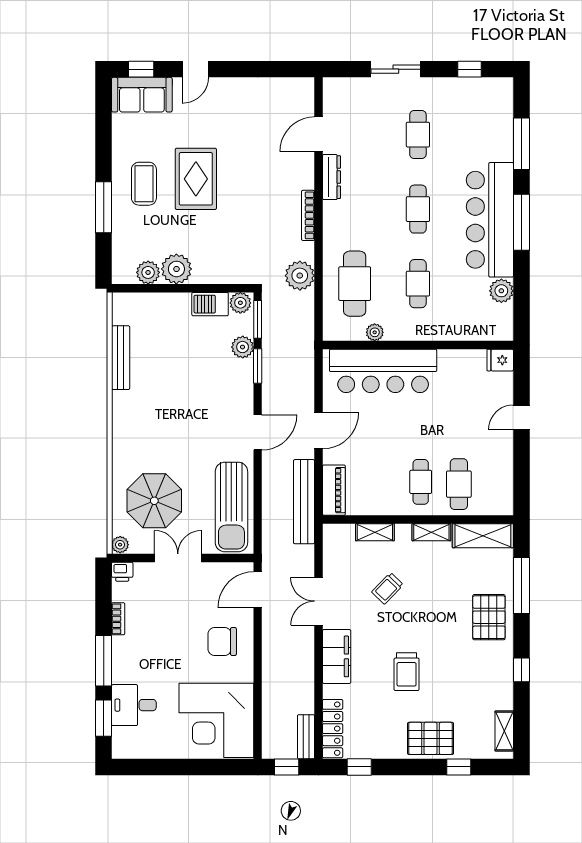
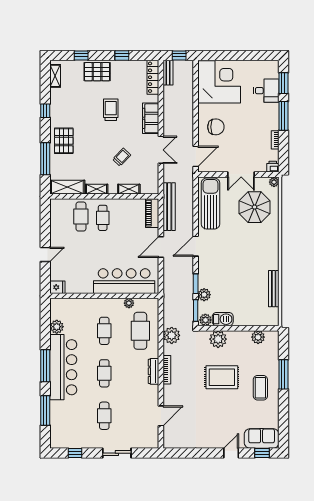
dresser: (331, 177) -> (154, 371), moved
rug: (196, 179) -> (222, 377), moved, turned 90
plant: (176, 269) -> (218, 339), moved
window: (359, 767) -> (122, 55), moved

